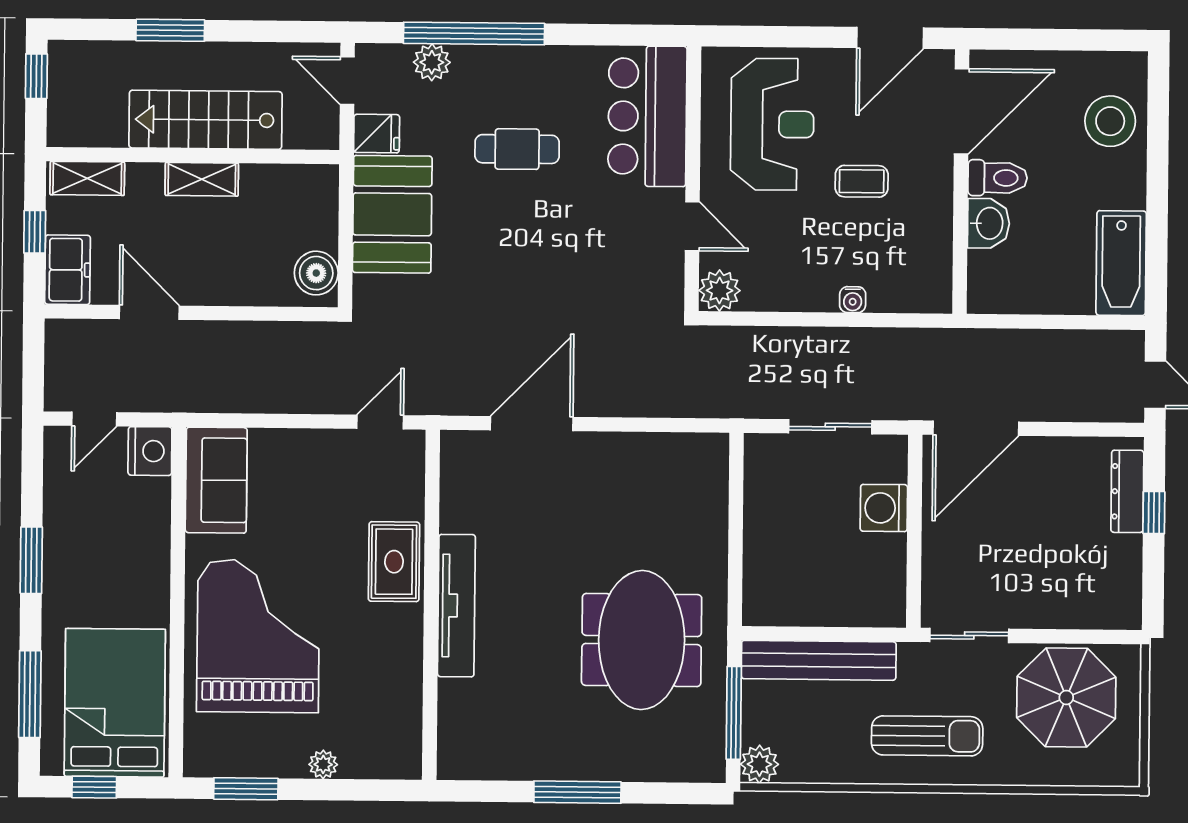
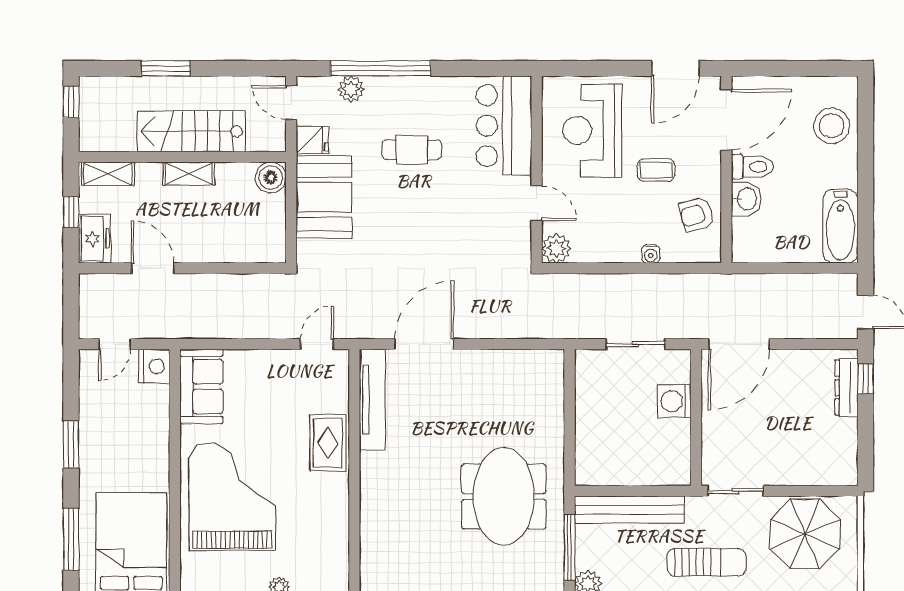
reception desk: (772, 124) -> (592, 130), turned 180
armchair: (919, 245) -> (697, 215), added
boiler: (316, 273) -> (271, 177), moved
window: (1154, 513) -> (865, 379), moved
tv unit: (456, 606) -> (372, 400), moved

